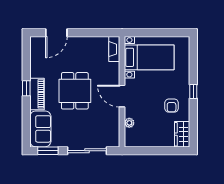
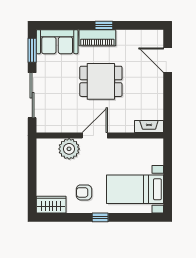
bed with nightstands: (149, 57) -> (135, 189), moved, turned 90
plant: (129, 123) -> (69, 149), width x1.88, depth x1.88

